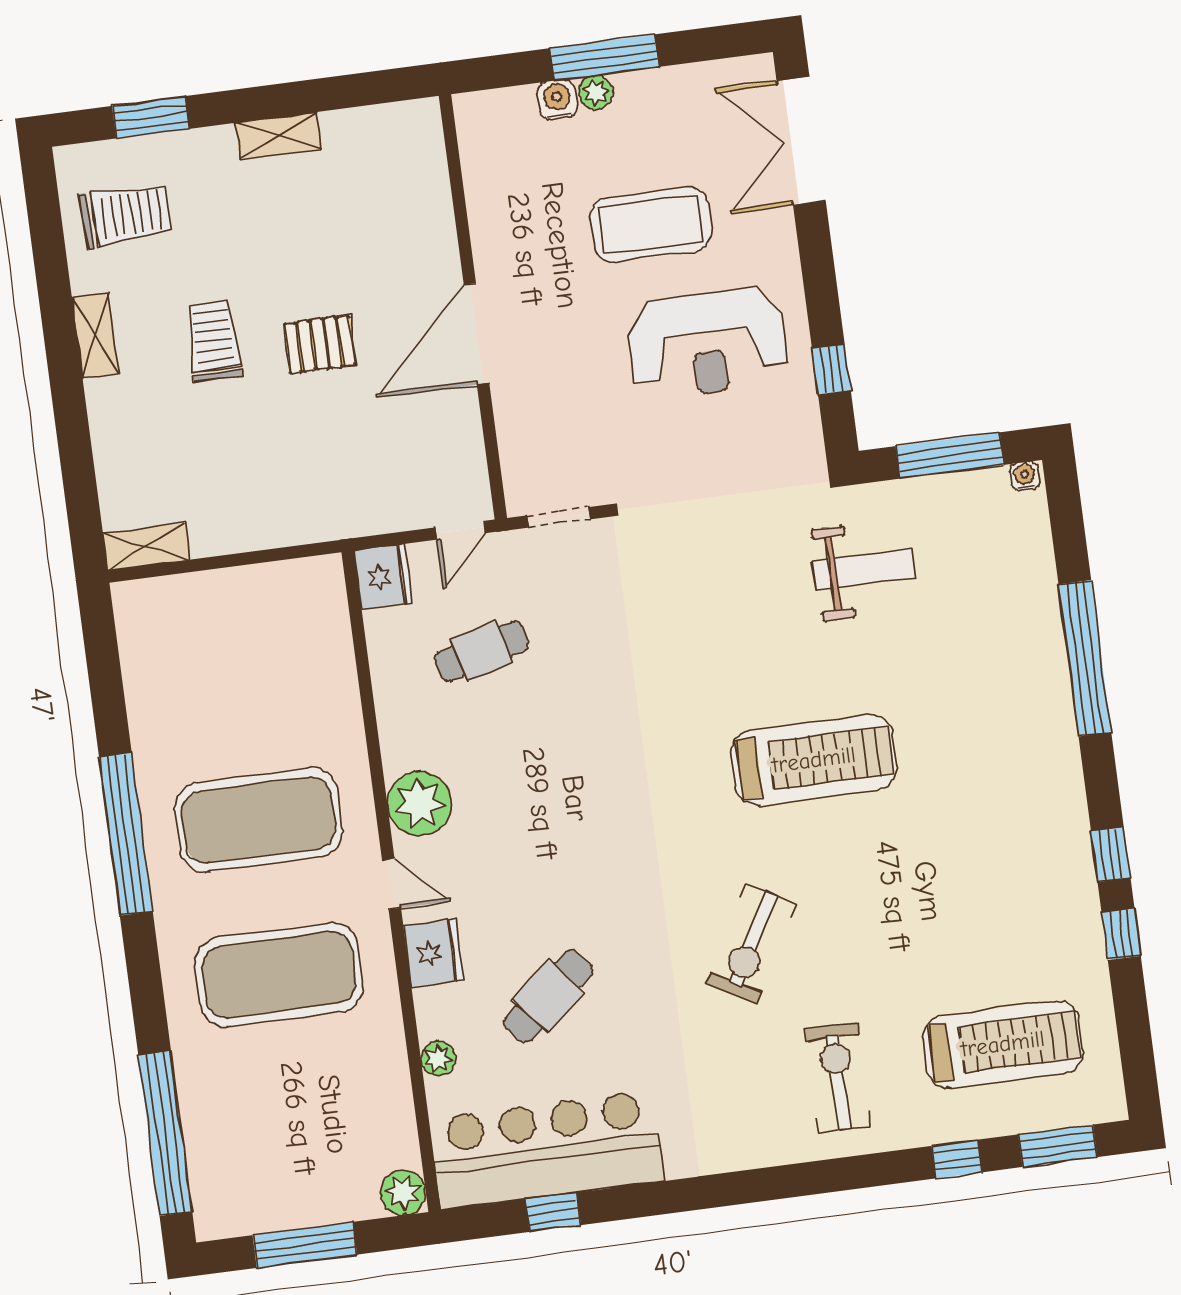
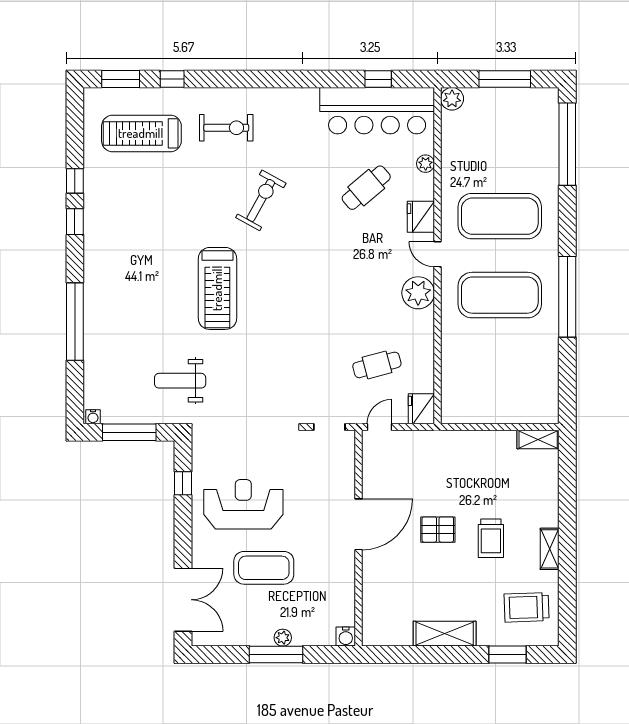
water cooler: (557, 100) -> (346, 637), moved
shelving: (279, 136) -> (445, 634), width x1.50, depth x1.33
treadmill: (814, 760) -> (217, 288), turned -90
exercise bike: (838, 1077) -> (226, 128), turned -90

